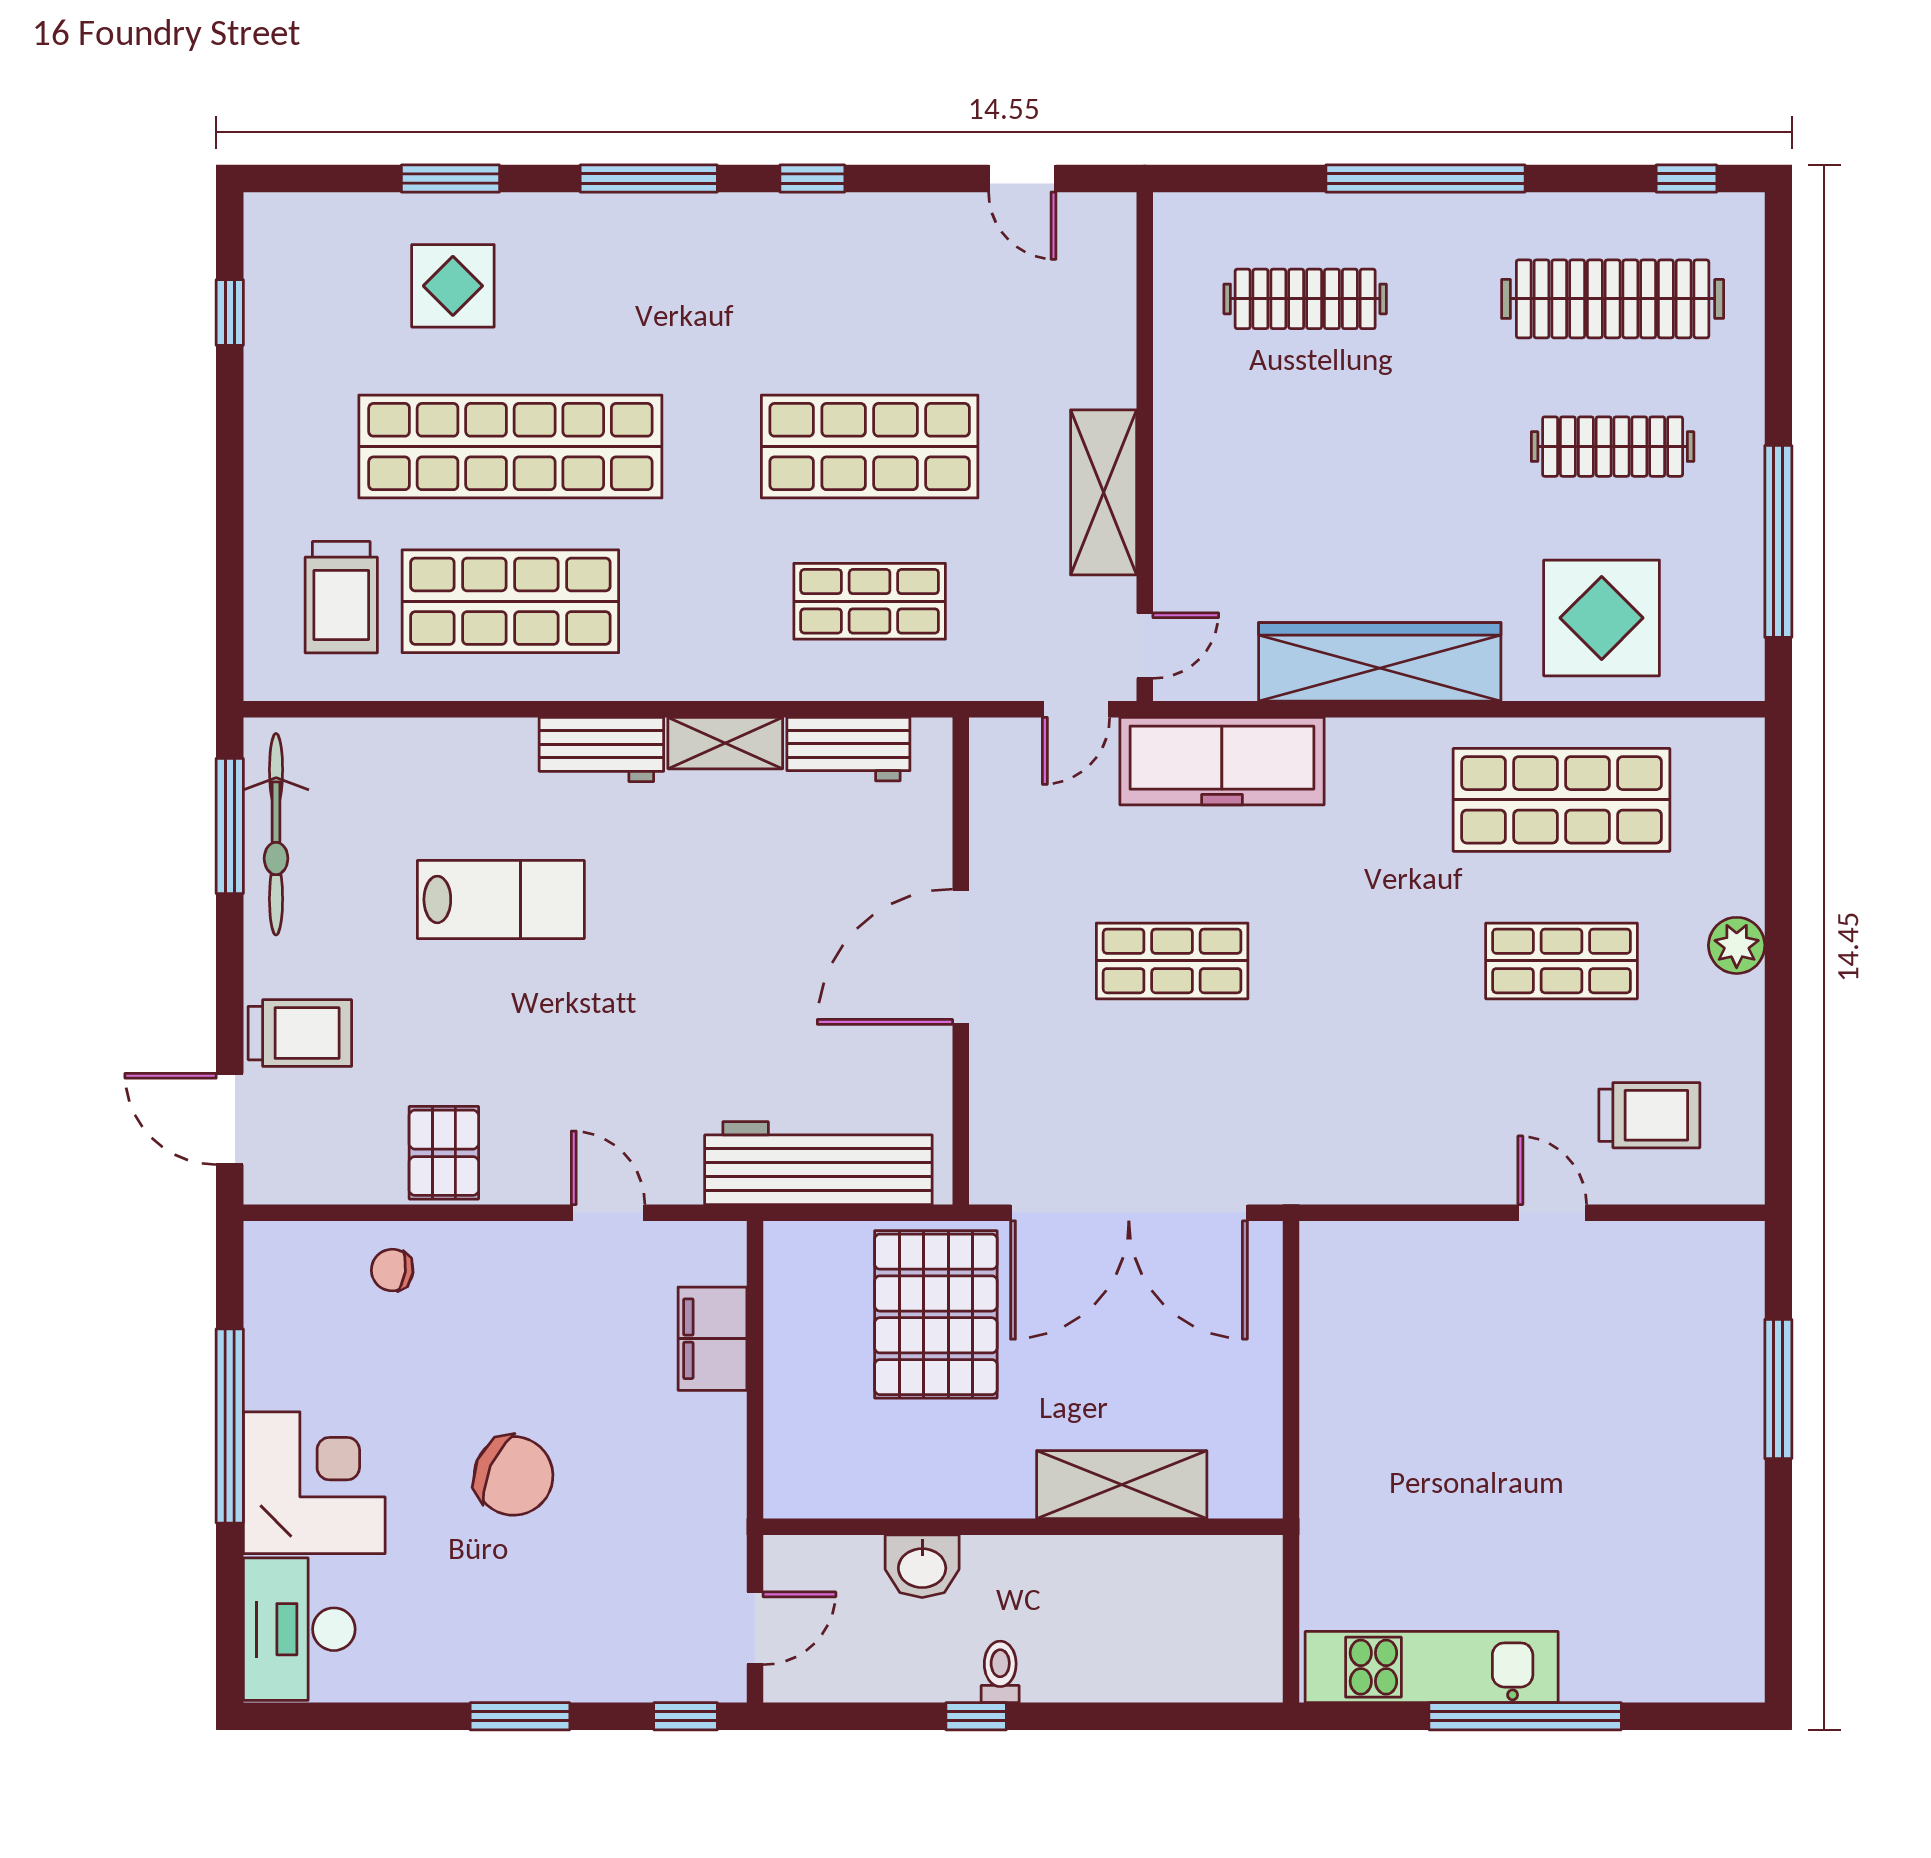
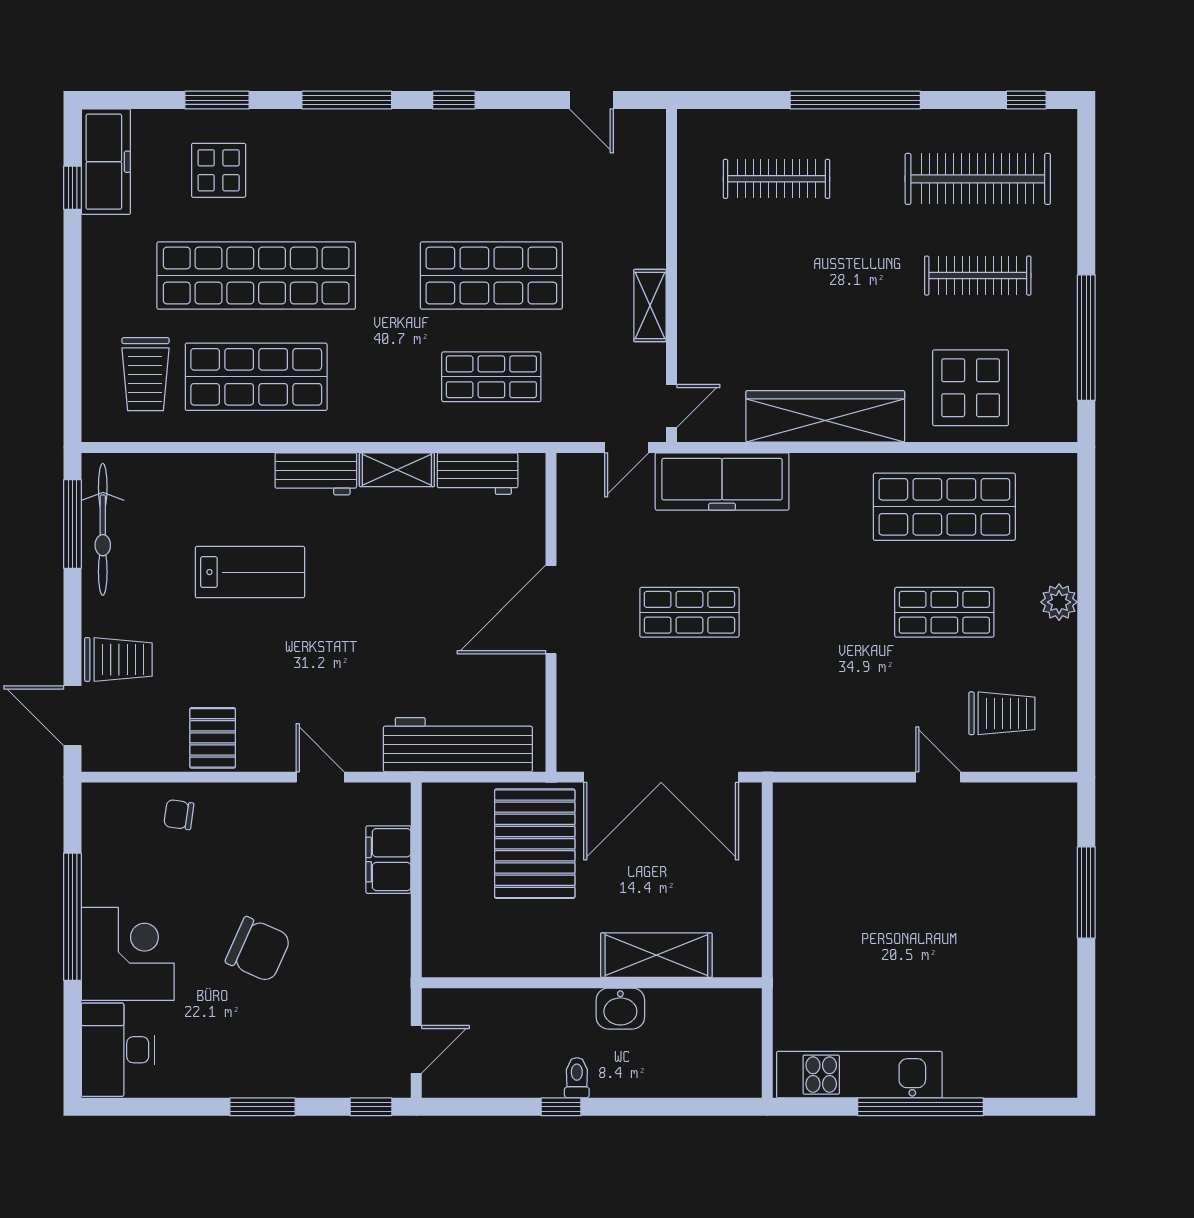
freezer: (281, 273) -> (106, 162), added
shelving: (1104, 492) -> (650, 306), width x0.67, depth x0.75
washbasin: (922, 1566) -> (620, 1009), moved

